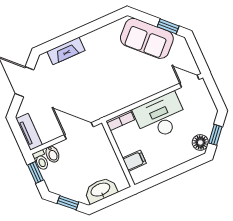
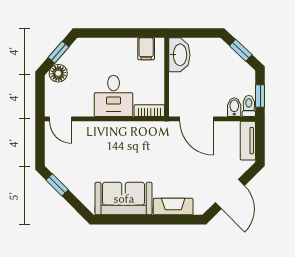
sofa: (147, 38) -> (124, 199), moved, turned -45
desk: (160, 117) -> (114, 96), width x0.73
floor lamp: (200, 142) -> (58, 73), moved
filing cabinet: (134, 161) -> (146, 49), moved, turned -90
washbasin: (101, 190) -> (179, 55), moved, turned -90

